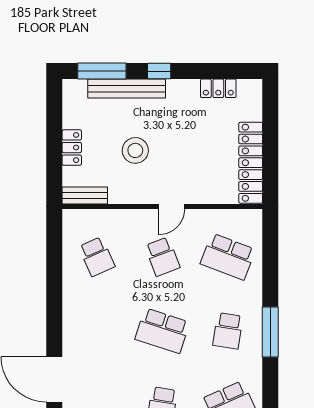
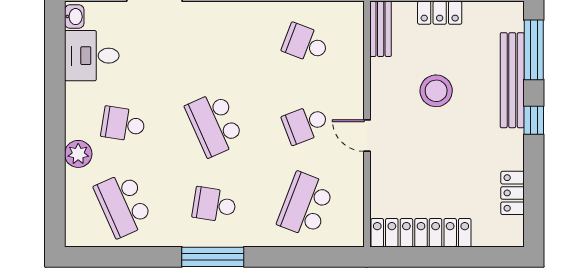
school desk: (97, 257) -> (306, 43), turned 45
school desk: (162, 331) -> (214, 124), turned -42

